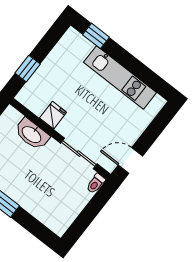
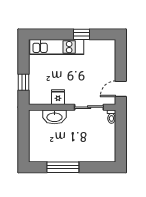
window: (96, 36) -> (81, 34), moved
kitchen unit: (120, 77) -> (57, 47), moved

